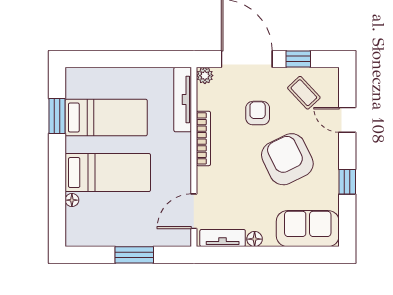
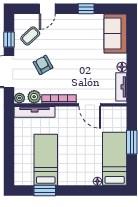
plant: (207, 99) -> (34, 97), added
armchair: (258, 113) -> (43, 65), turned 61
armchair: (287, 159) -> (72, 46), removed
bed: (108, 173) -> (115, 159), moved
door: (194, 211) -> (90, 105), moved

